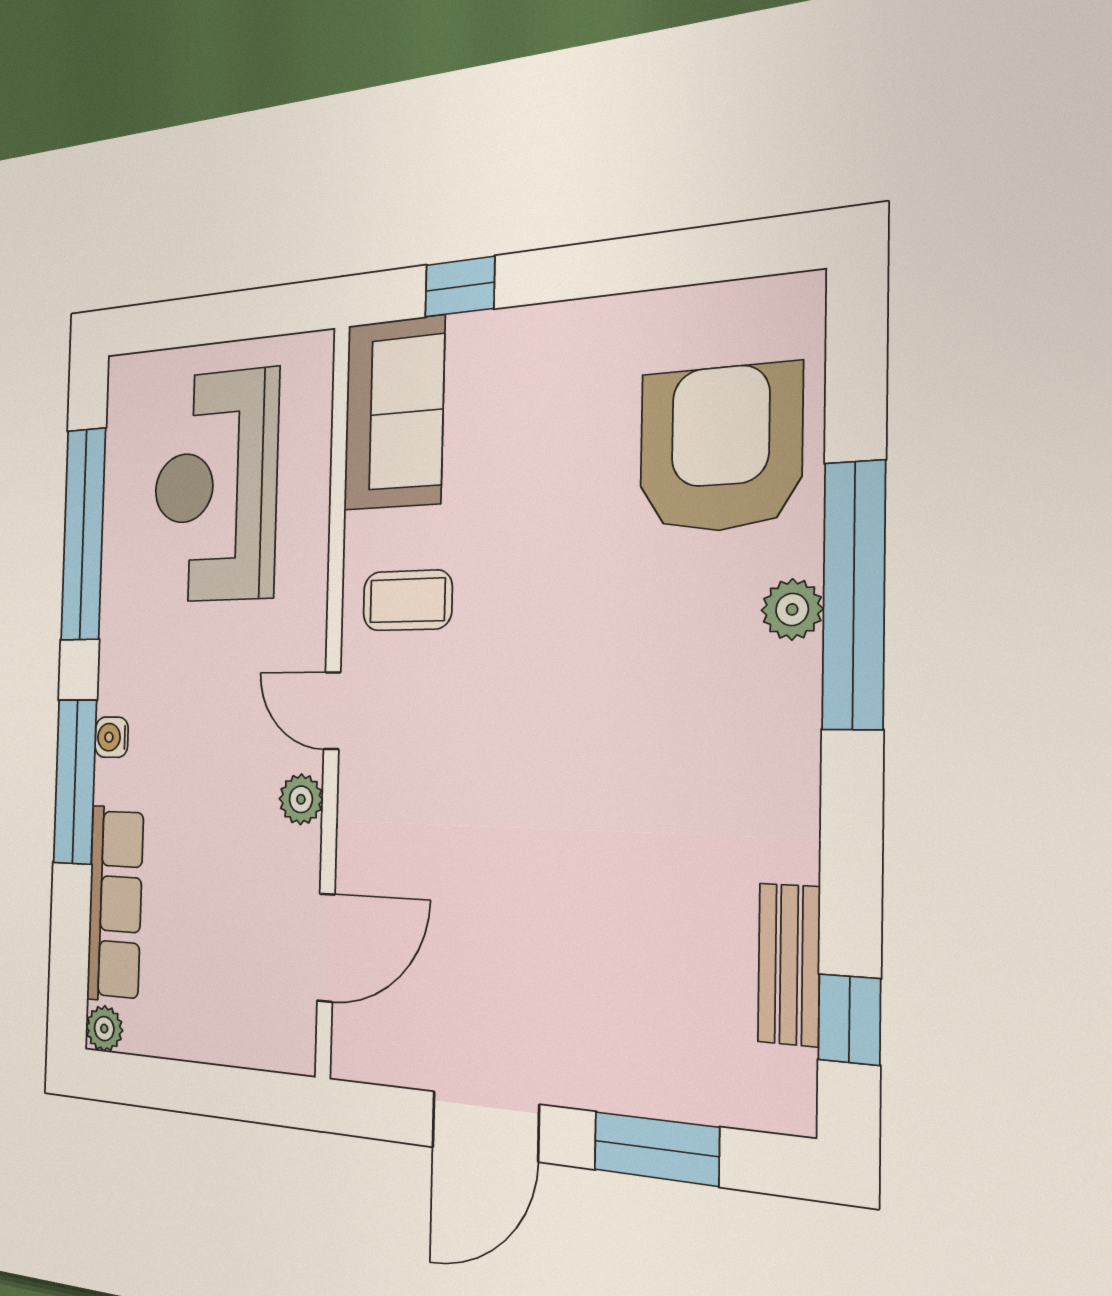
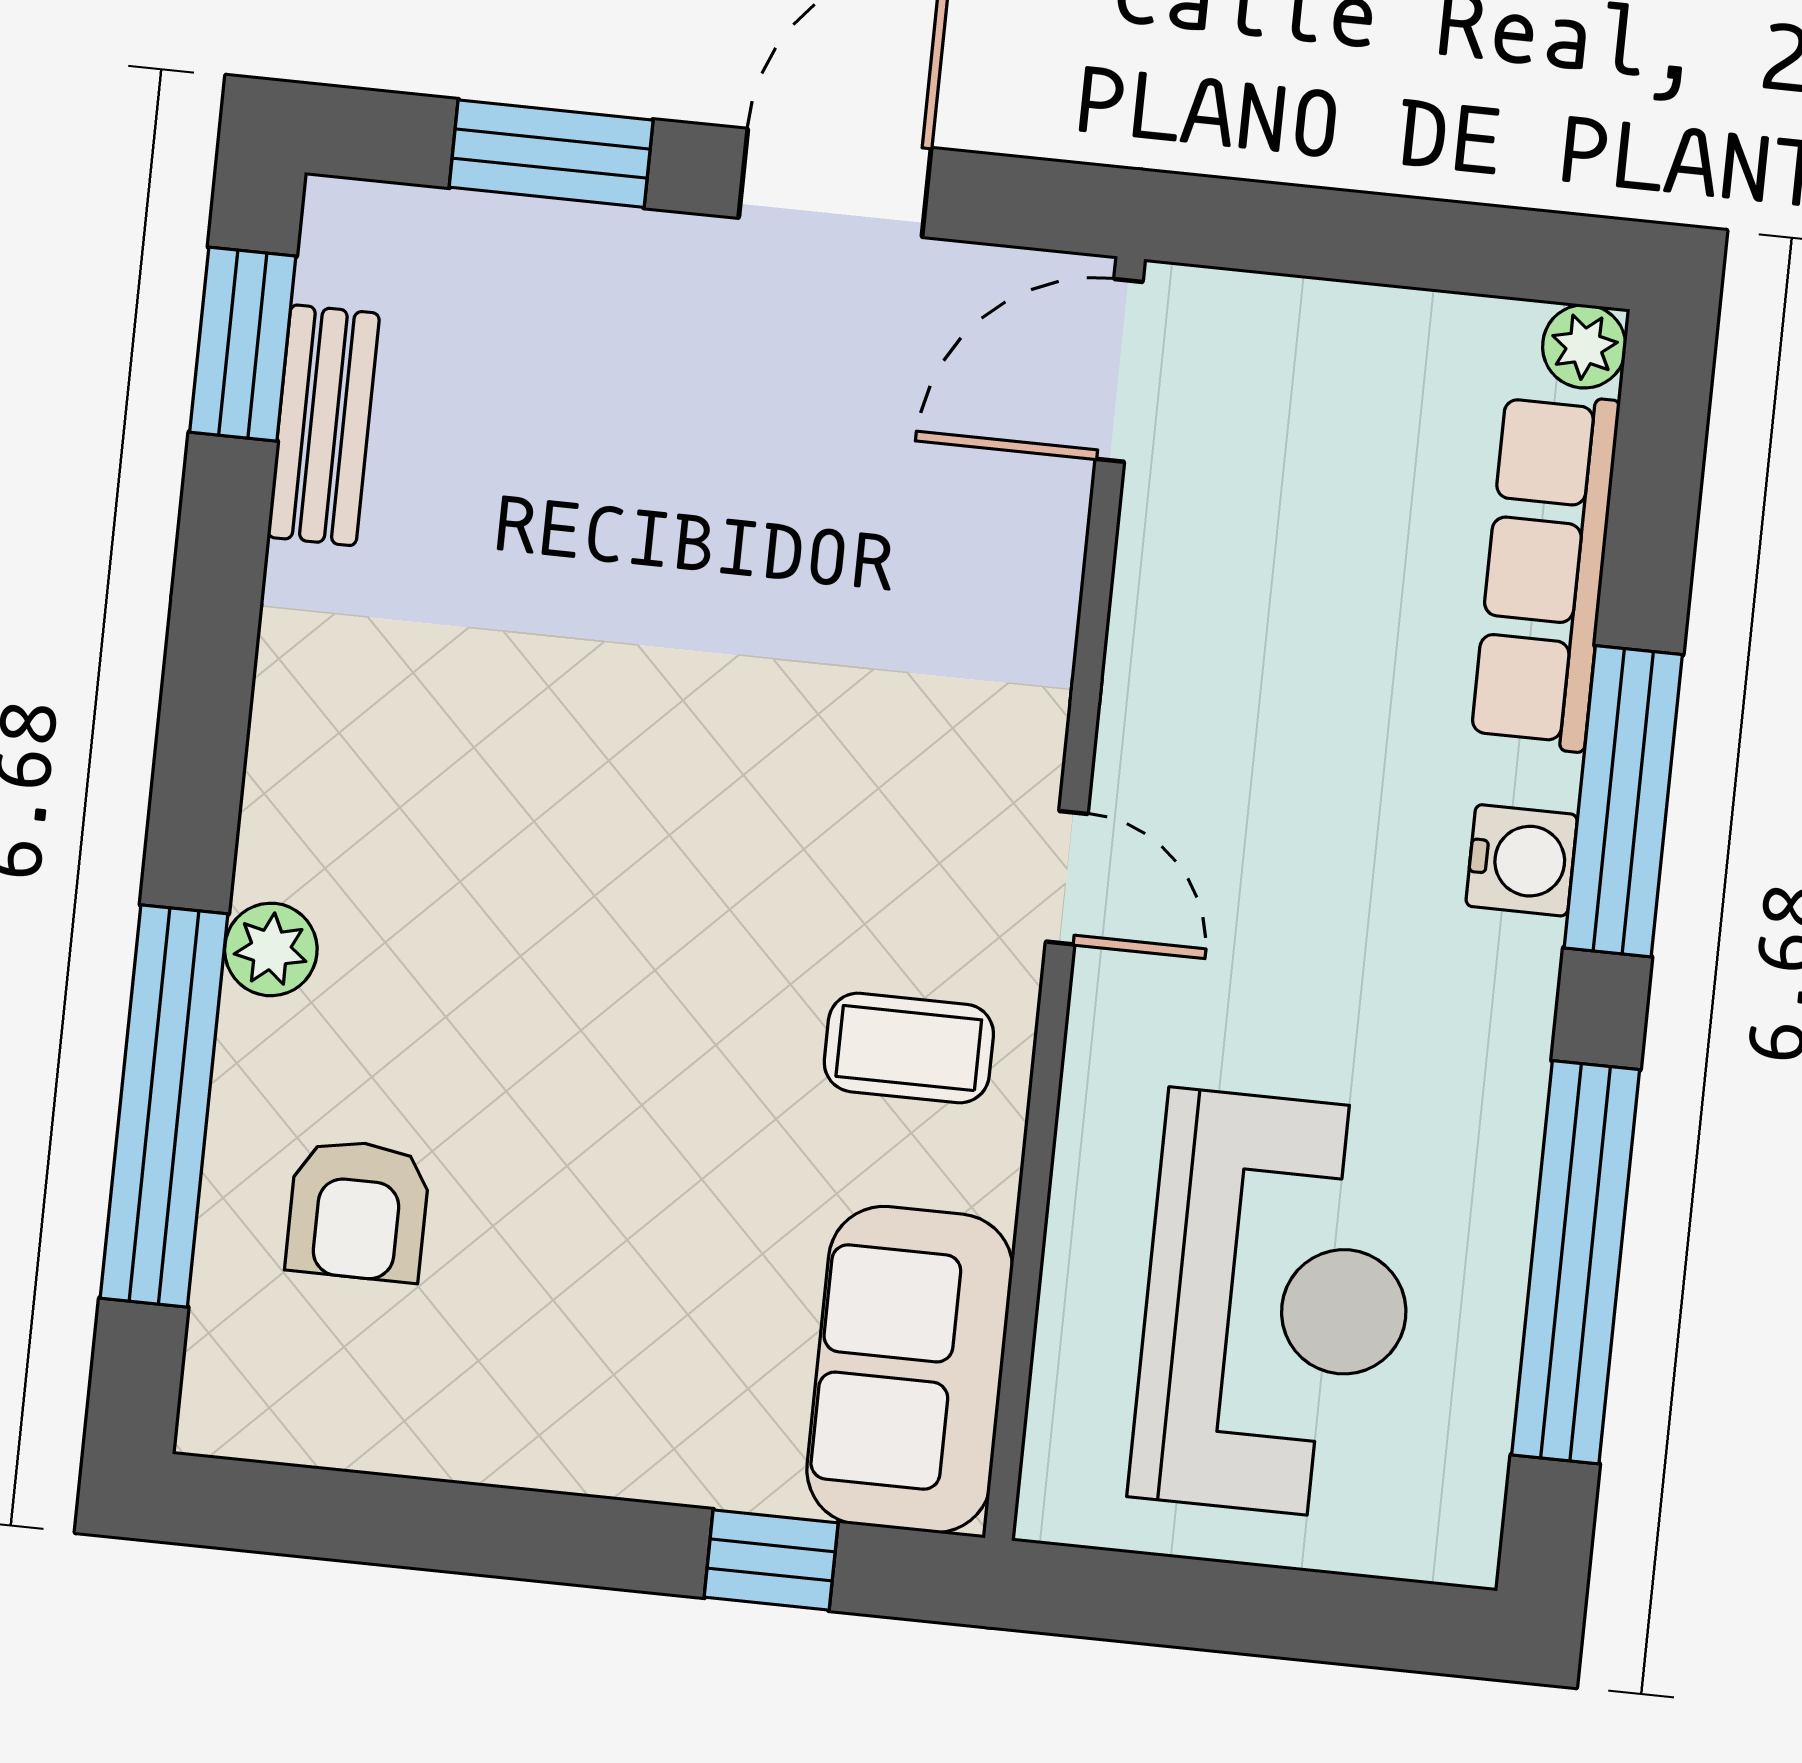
armchair: (720, 449) -> (358, 1210), width x0.53, depth x0.53
window: (854, 595) -> (164, 1106), moved
water cooler: (112, 737) -> (1522, 860), width x1.38, depth x1.38
plant: (301, 799) -> (1139, 731), removed
door: (326, 948) -> (1119, 370), moved
window: (849, 1019) -> (243, 344), width x1.50

